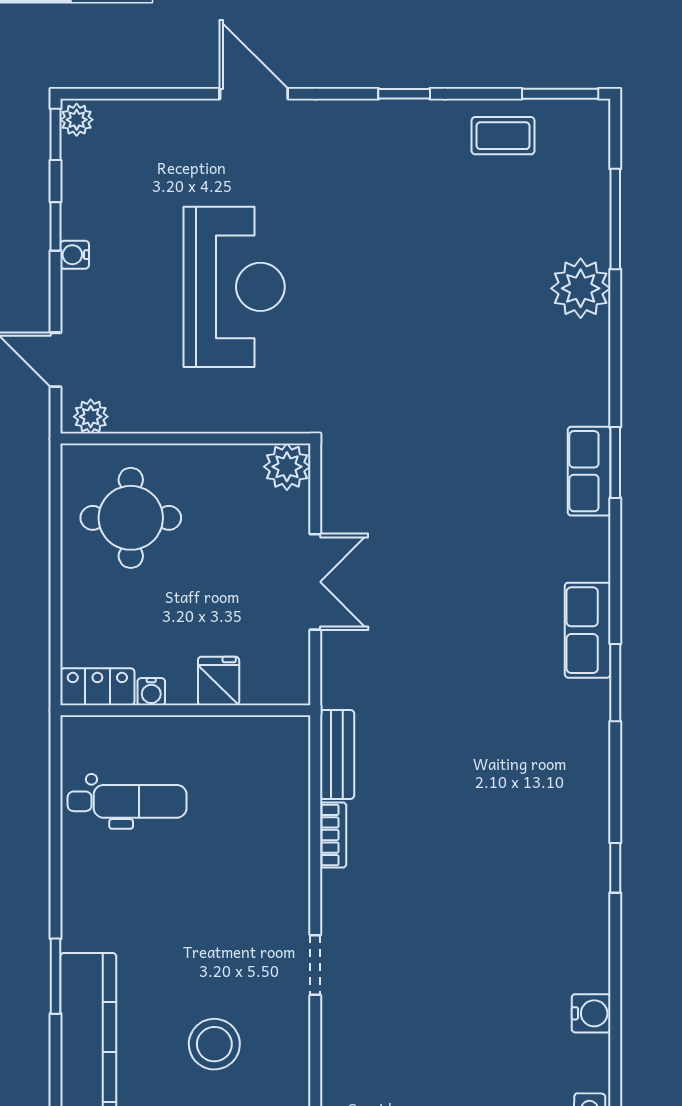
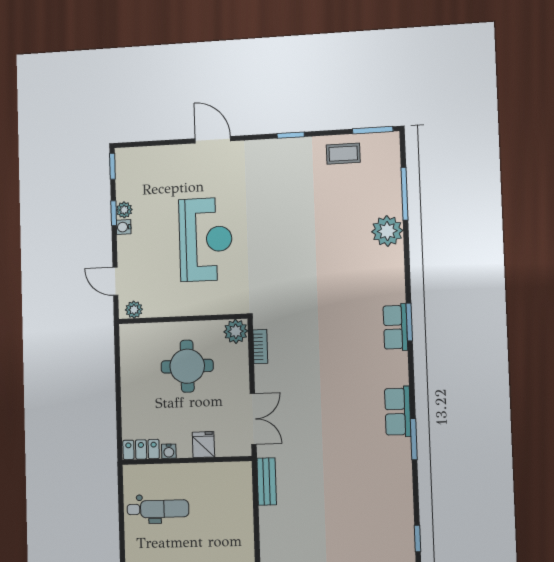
plant: (77, 120) -> (124, 210), moved
round table: (131, 518) -> (187, 366), moved
double door: (315, 582) -> (253, 419), moved
bookcase: (333, 835) -> (260, 347), moved

